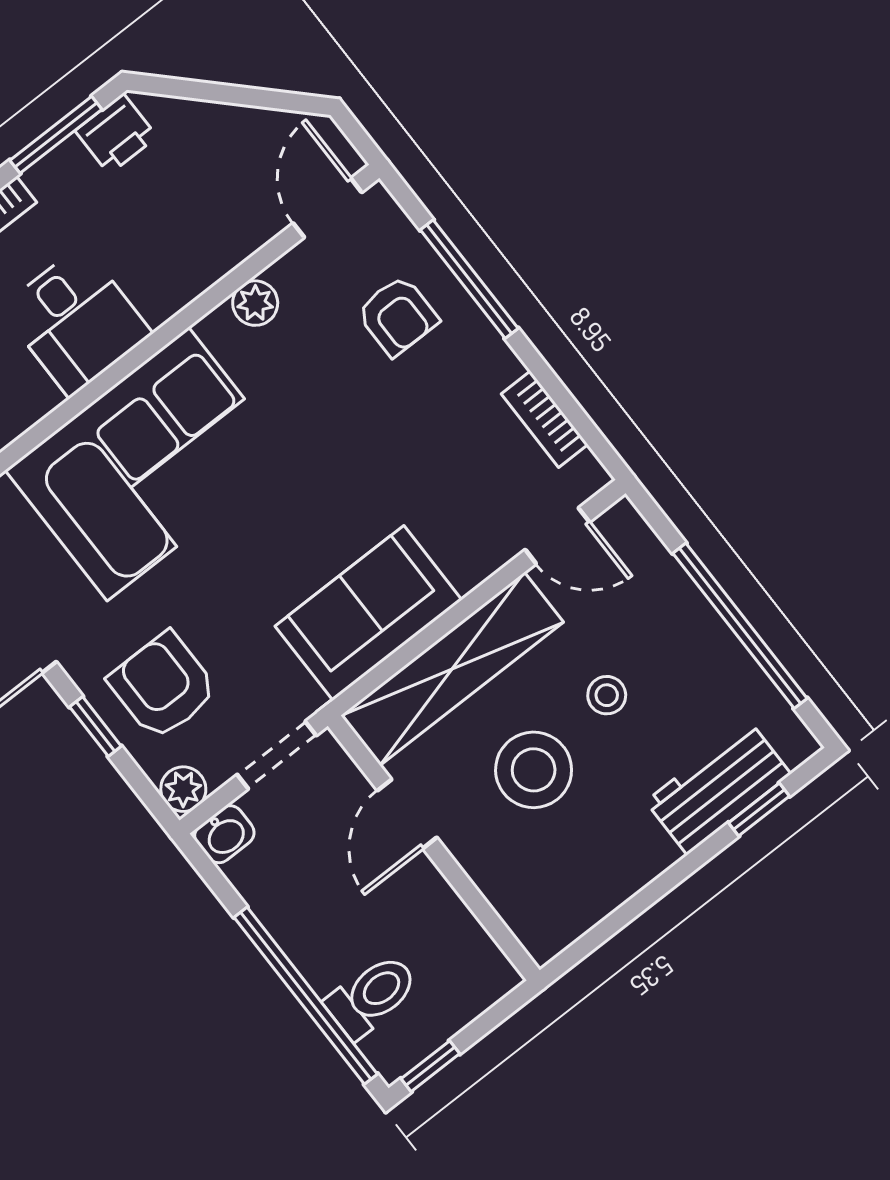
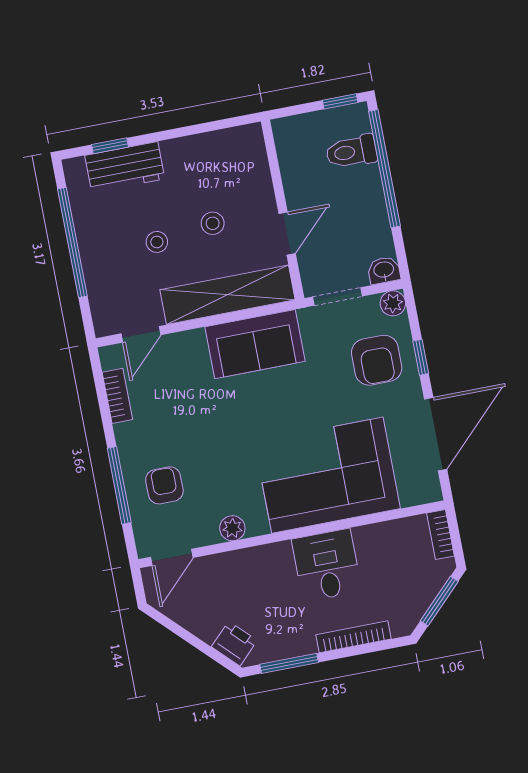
printer: (116, 134) -> (234, 644), moved, turned 45
door: (557, 536) -> (141, 334), swing flipped
stool: (534, 770) -> (213, 223), width x0.53, depth x0.53

